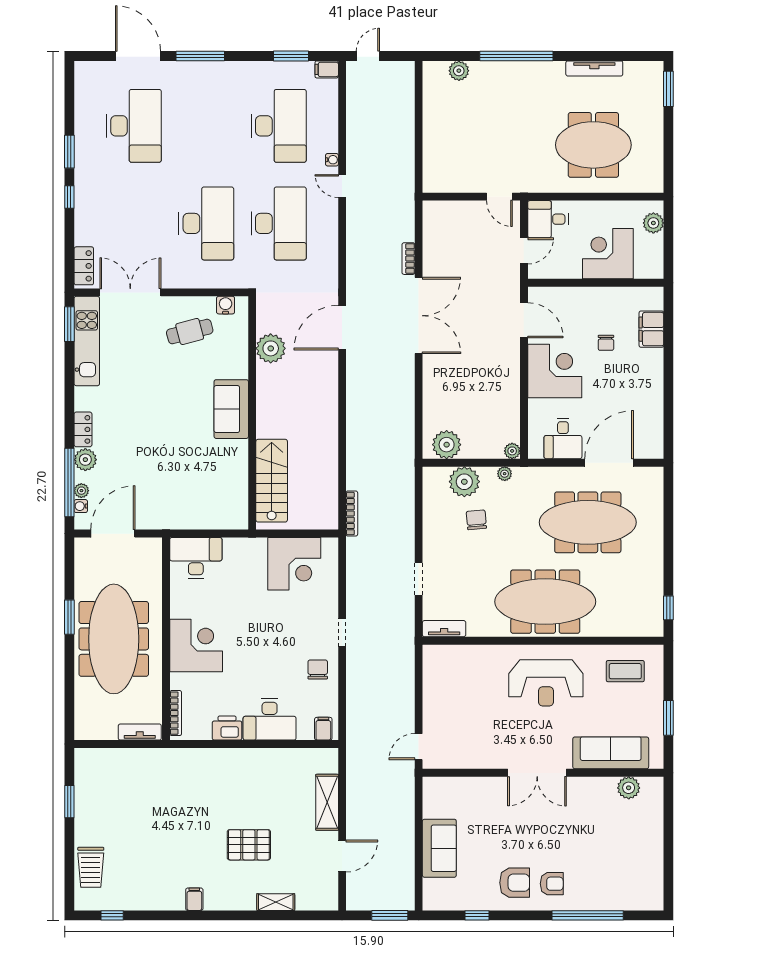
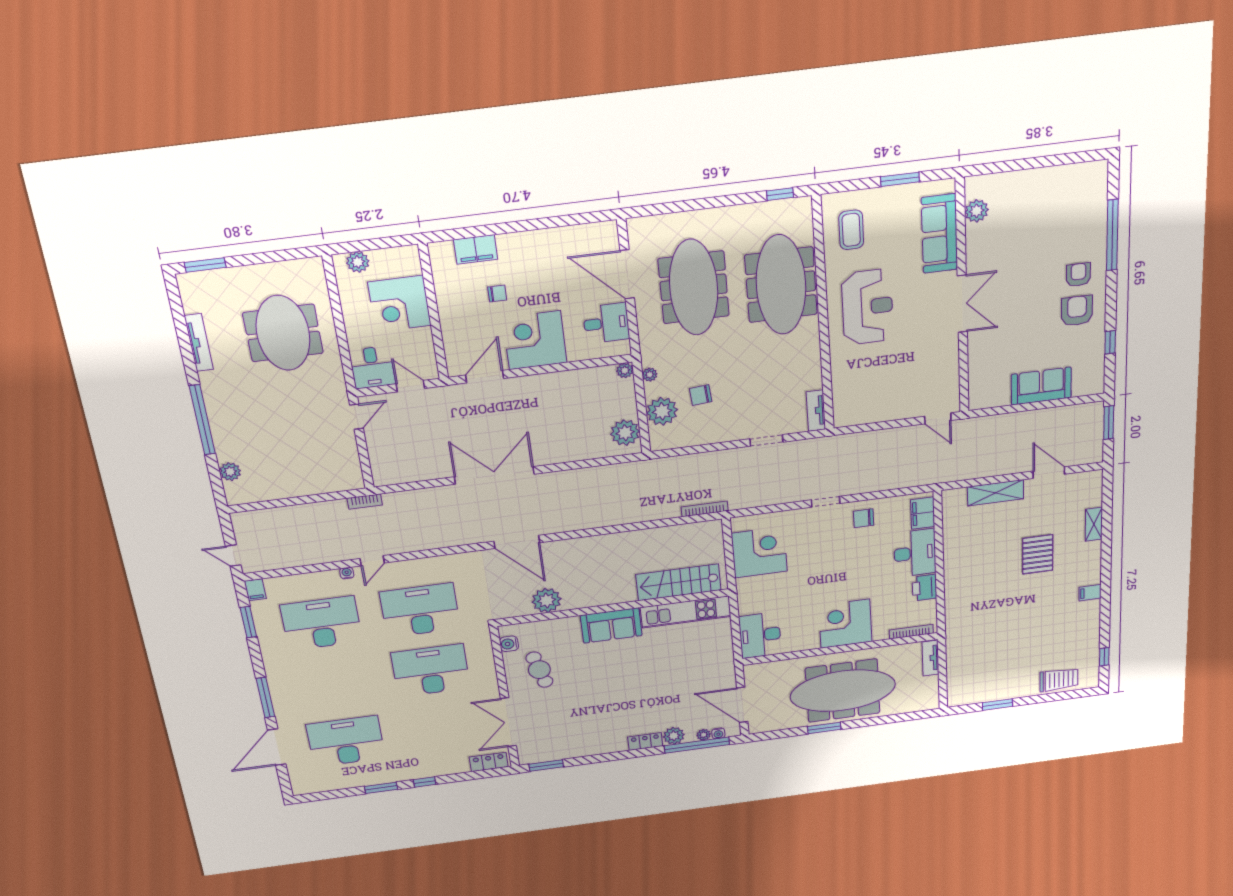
bookcase: (408, 259) -> (365, 501), moved
kitchen unit: (87, 341) -> (686, 612), moved, turned 180
meeting table: (545, 602) -> (781, 285), moved
filing cabinet: (323, 729) -> (923, 513), width x2.00

